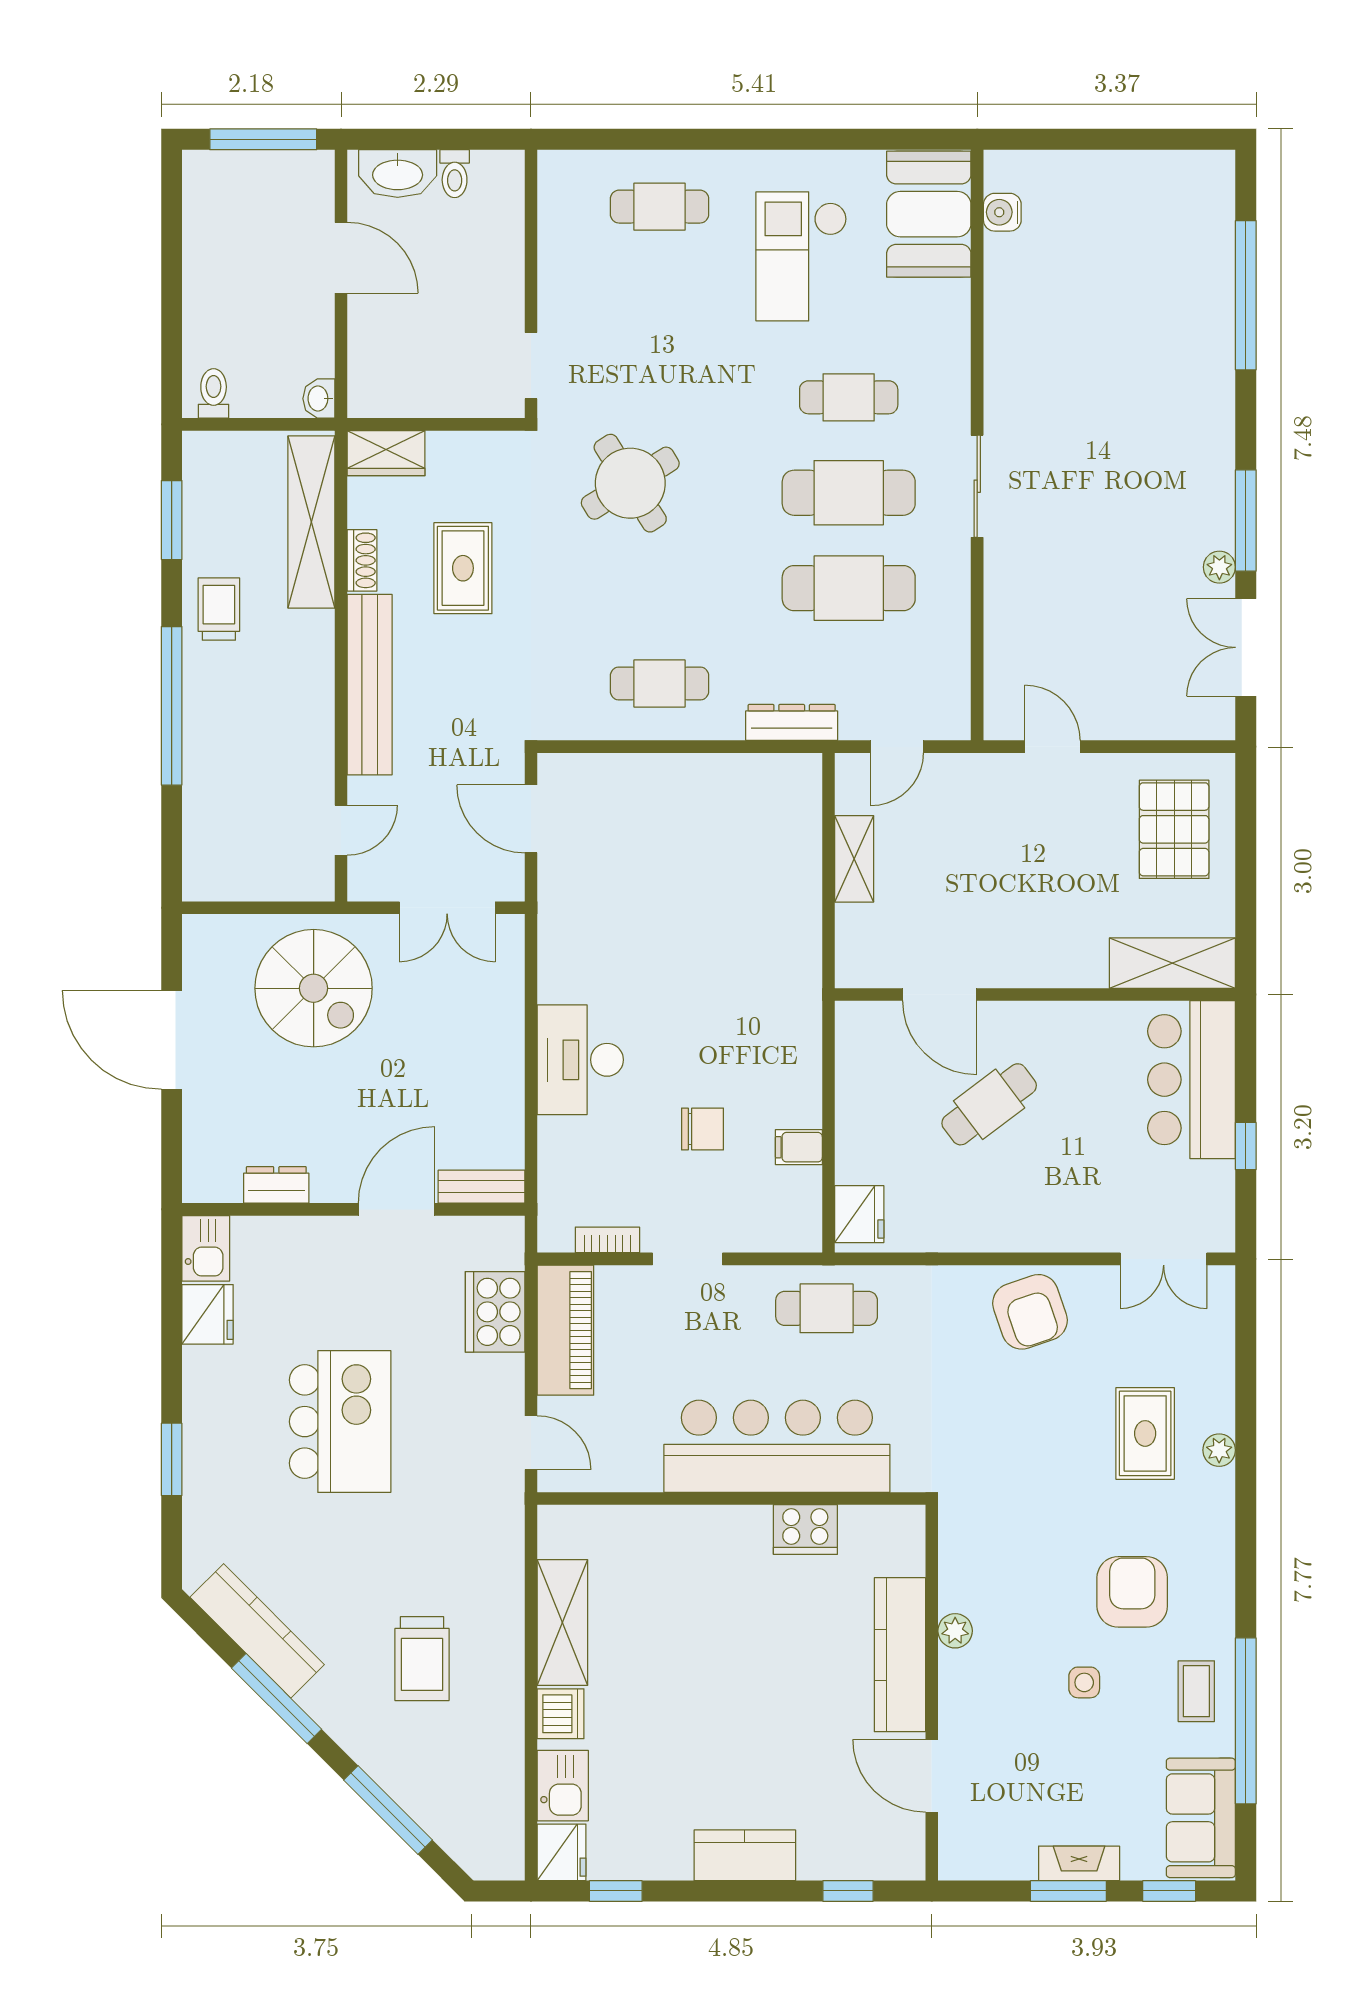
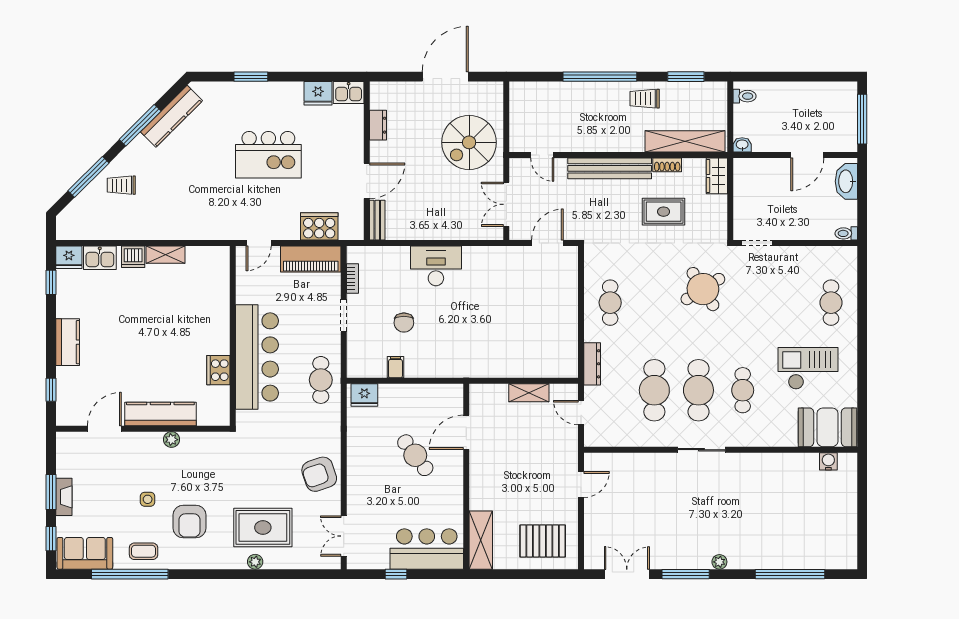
toilet: (455, 174) -> (846, 233), moved
plant: (1219, 567) -> (719, 562), moved
trolley: (219, 609) -> (645, 99), turned 180
door: (397, 1209) -> (367, 181), hinge flipped
rug: (1145, 1433) -> (263, 527), width x1.36, depth x1.43
armchair: (1132, 1592) -> (189, 522), turned 90
shelving: (562, 1623) -> (166, 255), width x0.67, depth x0.75
trolley: (422, 1659) -> (121, 185), moved, width x0.73, depth x0.72

